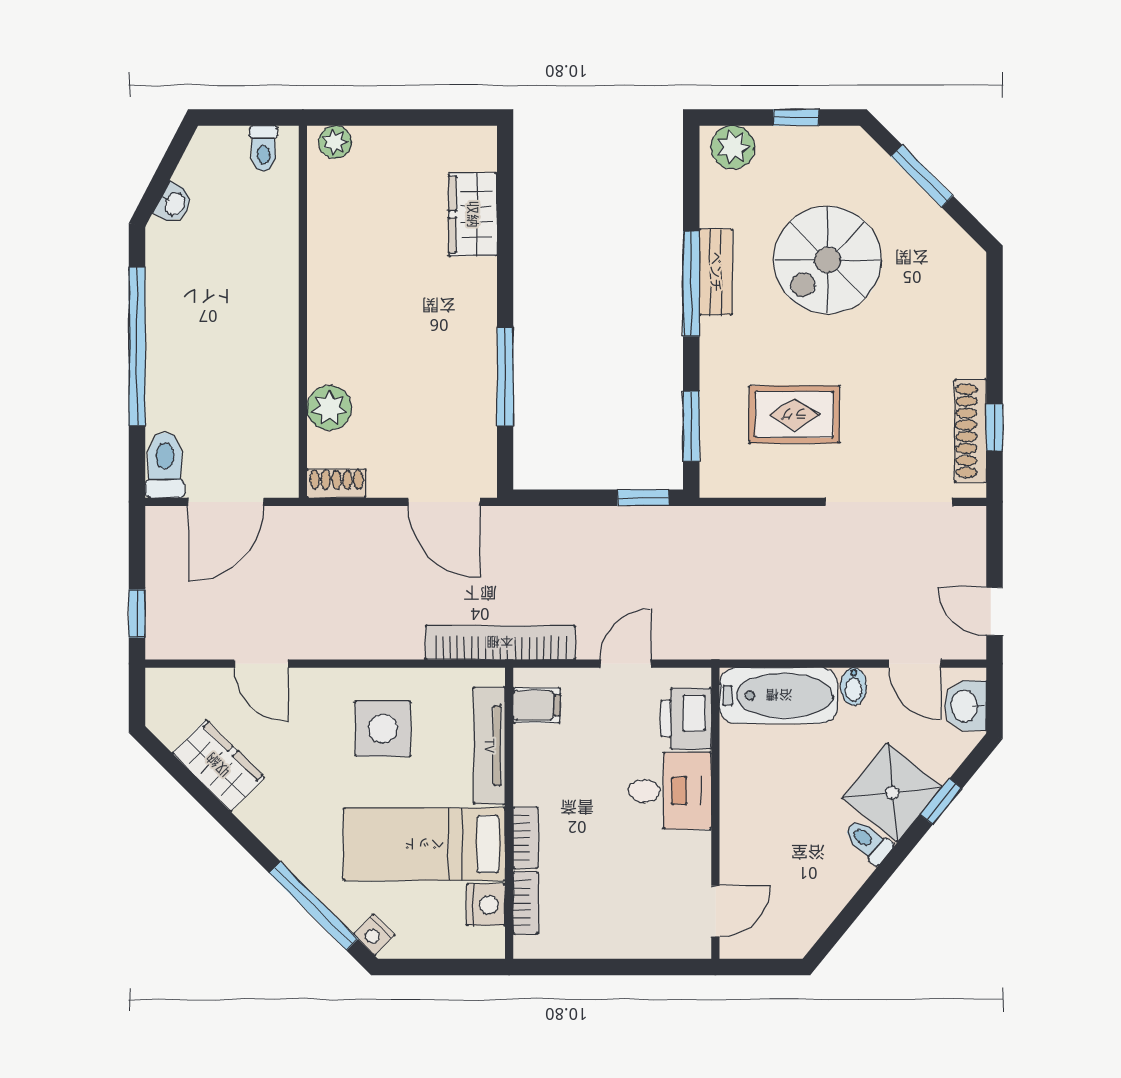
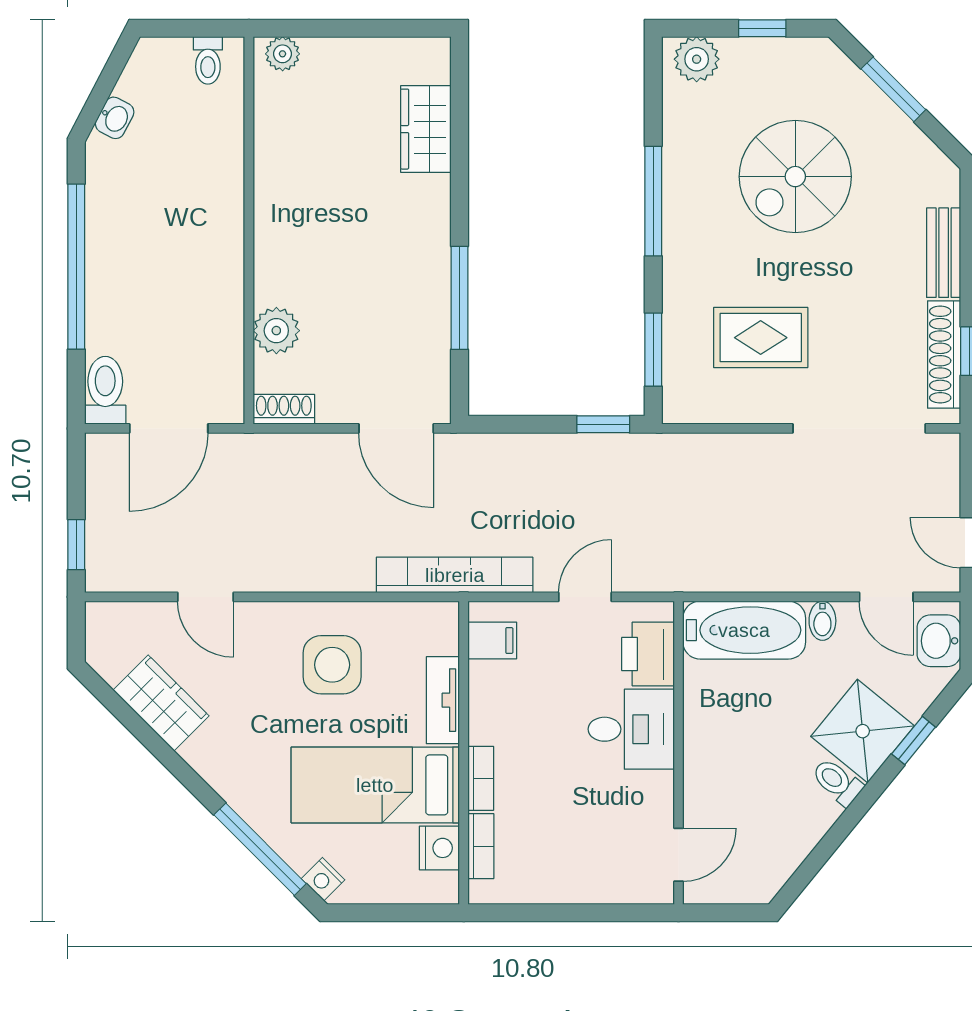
bench: (716, 272) -> (944, 253), moved
tv unit: (489, 746) -> (443, 700), width x0.71

